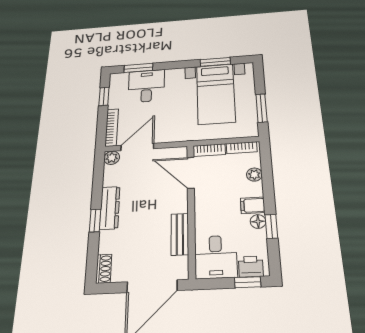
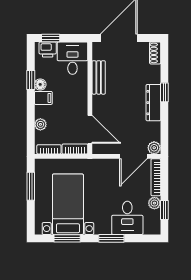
window: (138, 68) -> (111, 238), moved
plant: (115, 102) -> (154, 203), added

